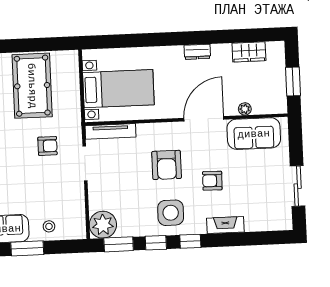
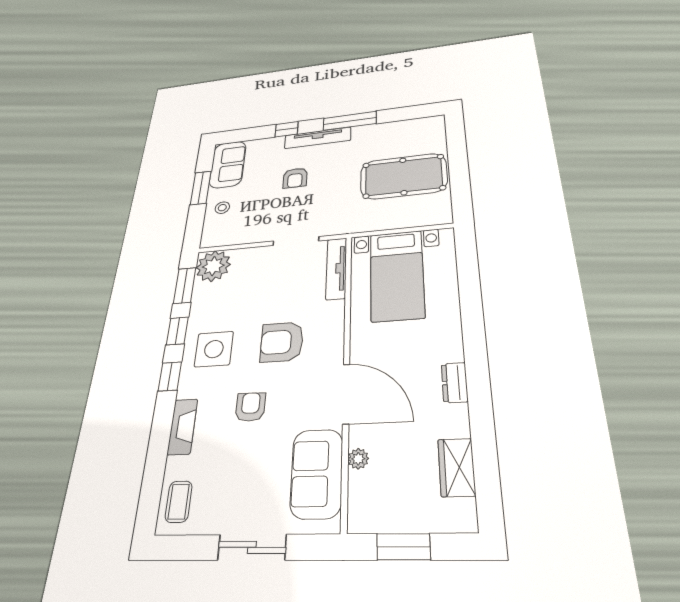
armchair: (48, 146) -> (295, 178), moved
sliding door: (298, 186) -> (252, 547), moved
coffee table: (273, 218) -> (179, 502), added

